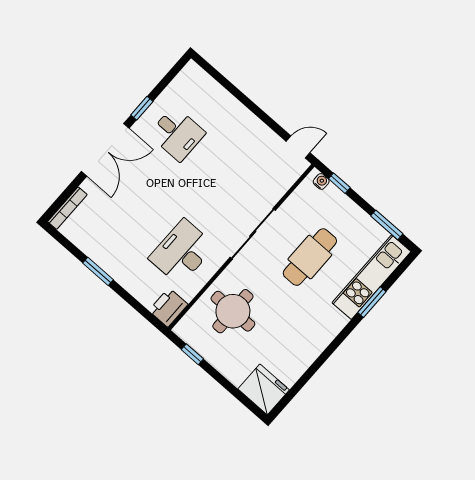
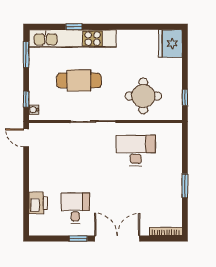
desk: (182, 252) -> (136, 150), turned 180
kitchen unit: (371, 277) -> (73, 39), width x1.36
window: (372, 302) -> (74, 27), width x0.67
printer: (168, 307) -> (38, 203), moved, turned -90

